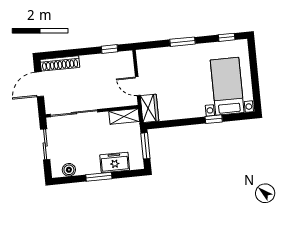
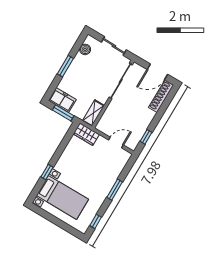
door: (39, 84) -> (157, 72), swing flipped
door: (138, 86) -> (116, 143), moved
freezer: (115, 163) -> (62, 100), moved, turned -90

